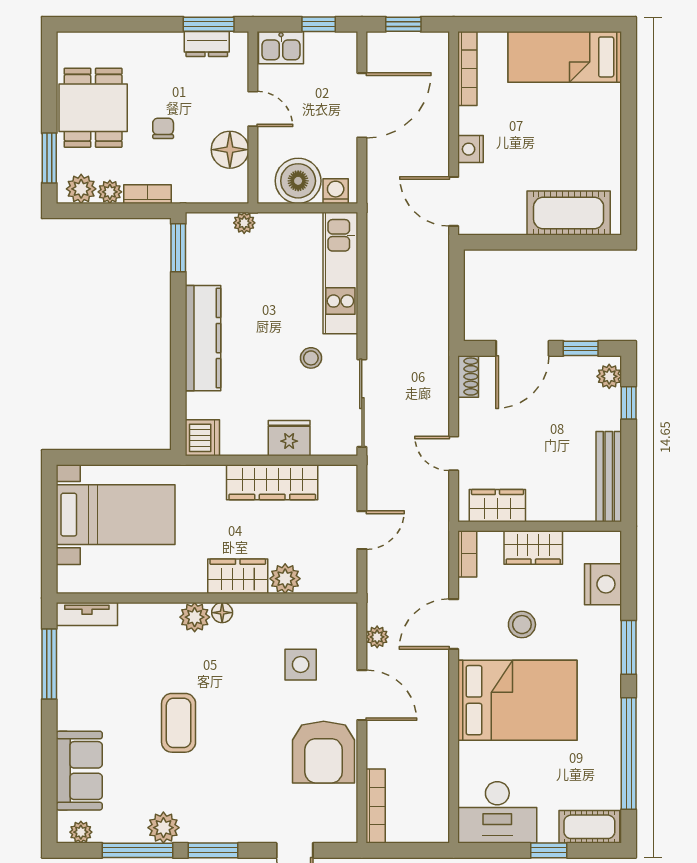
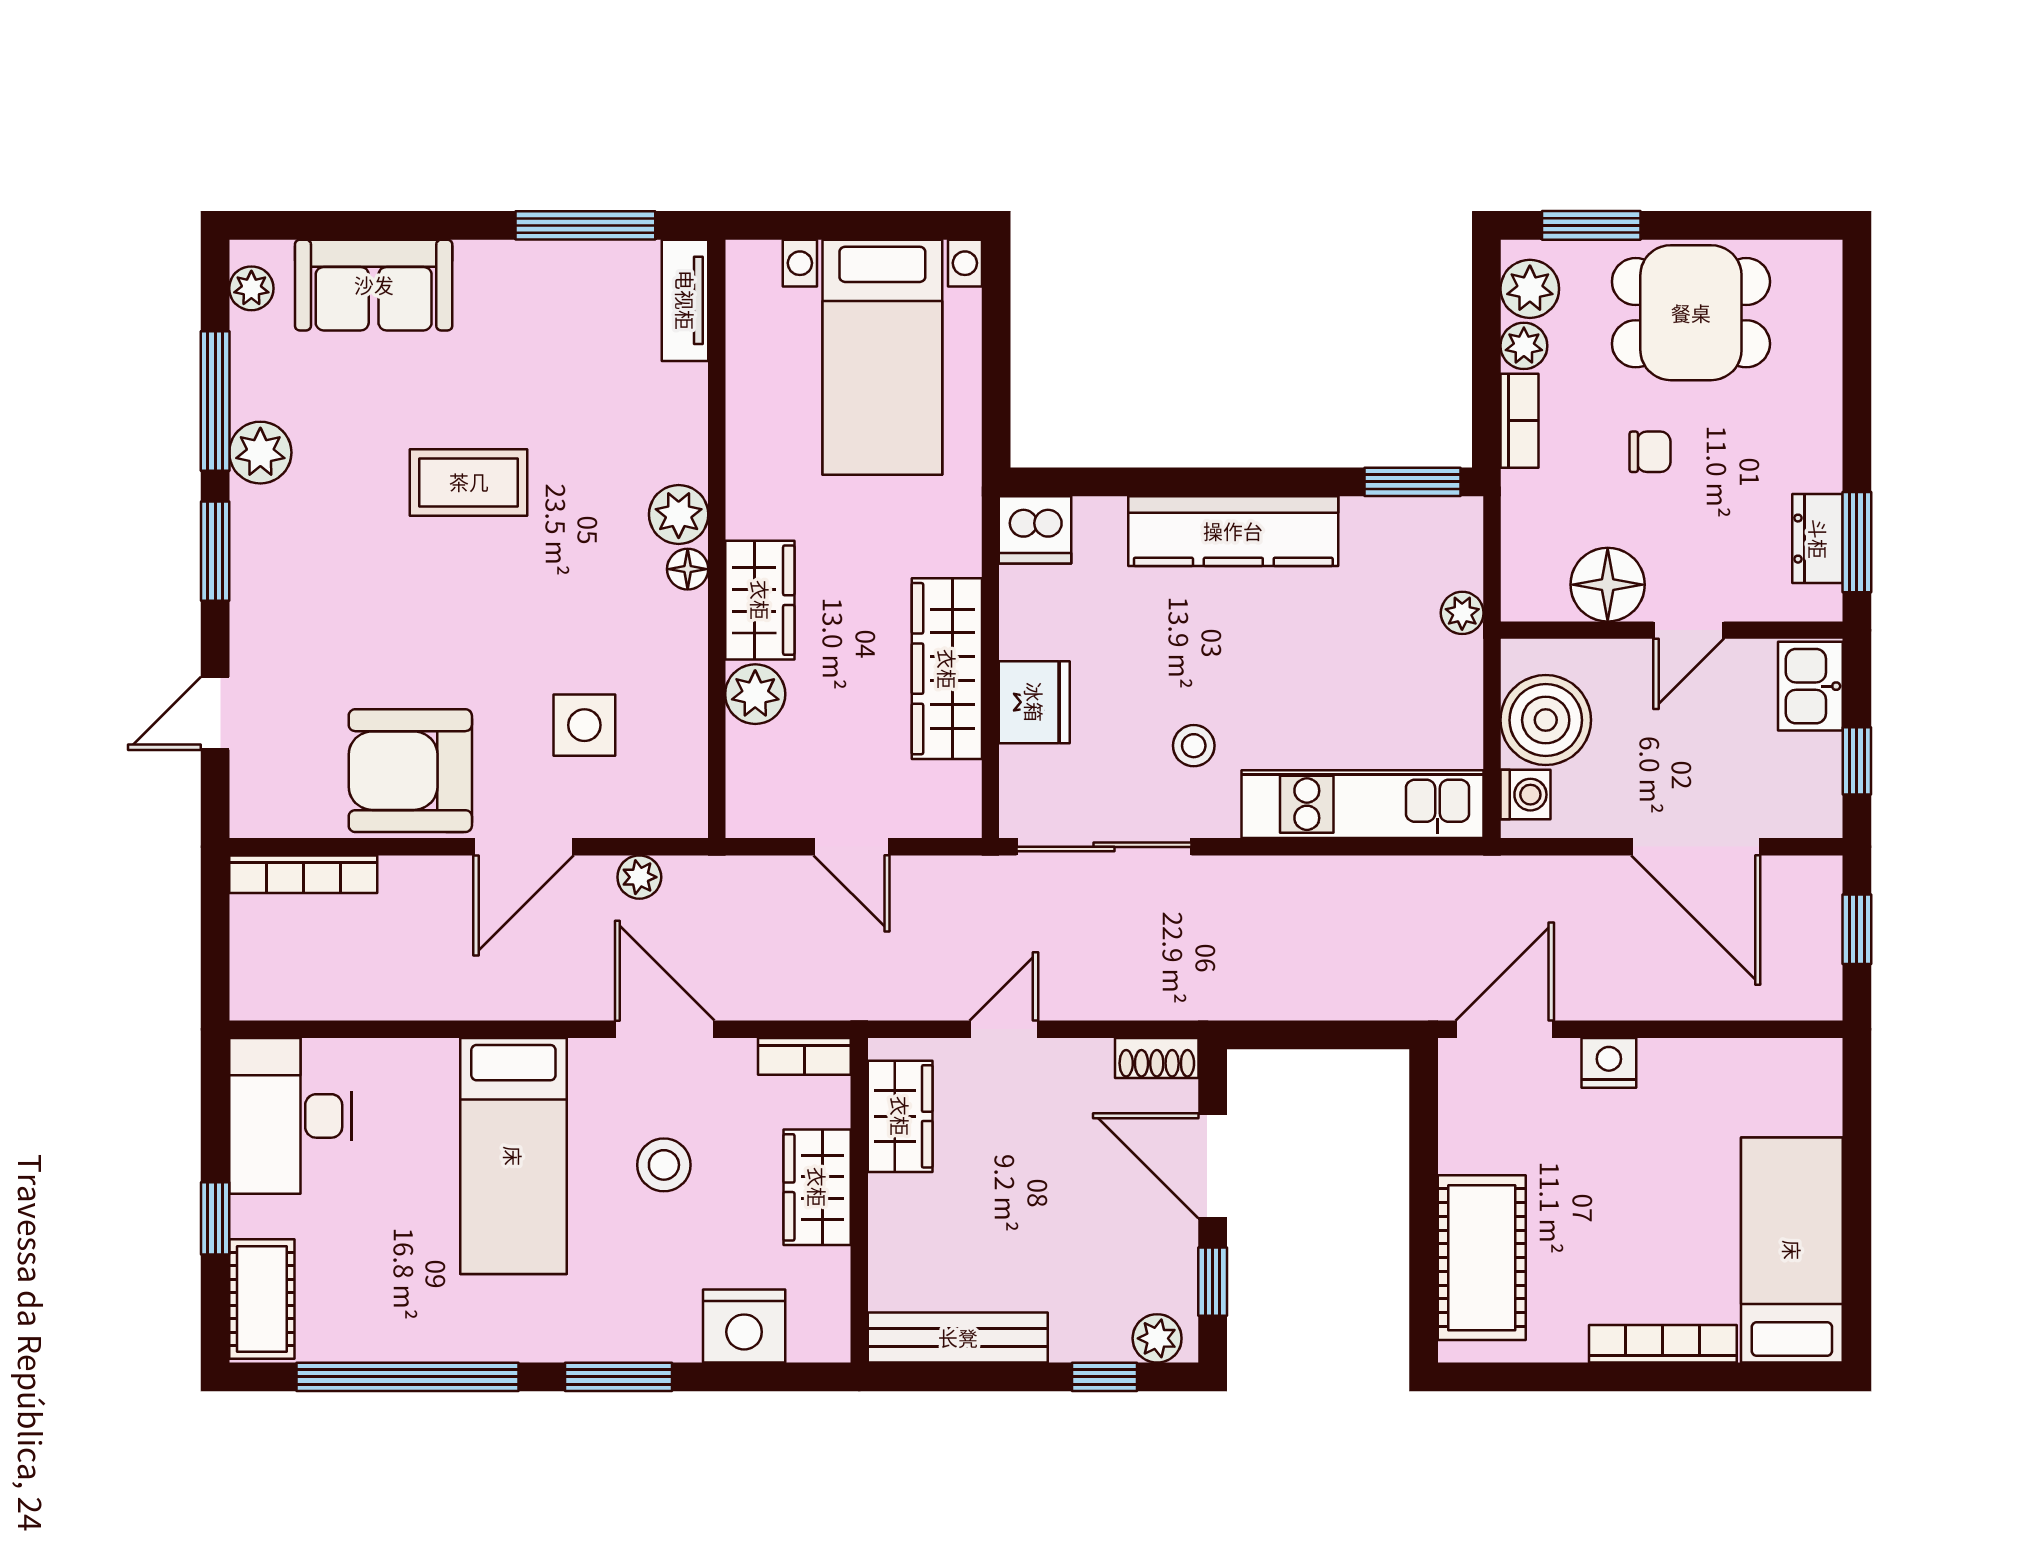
bookcase: (467, 69) -> (1663, 1344), moved, turned 180
bed: (517, 700) -> (513, 1156), width x0.67

